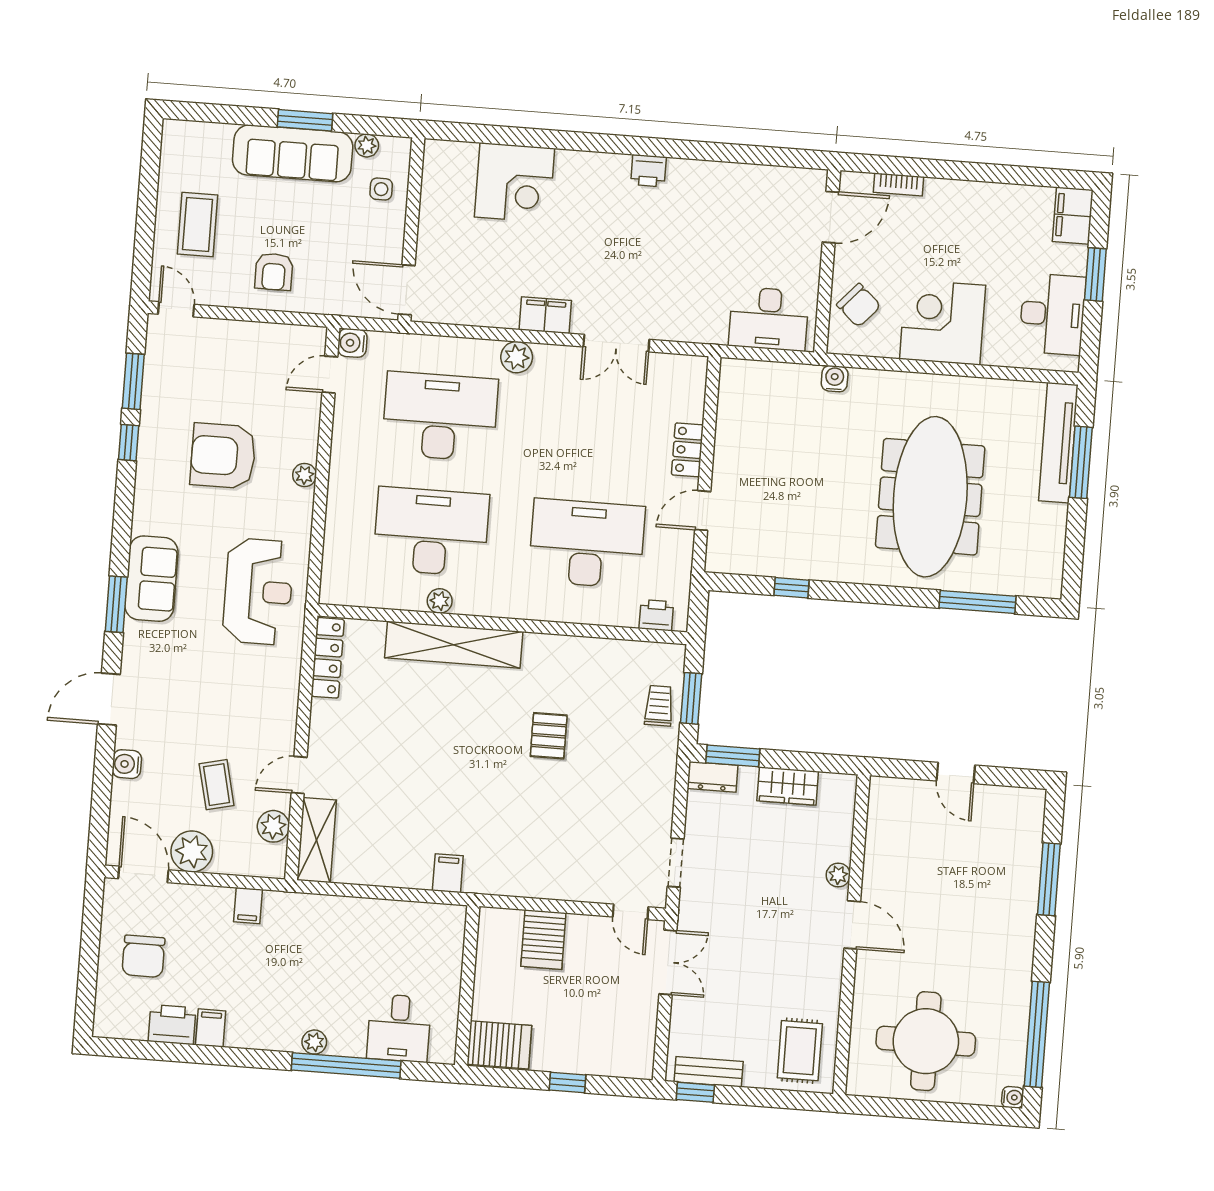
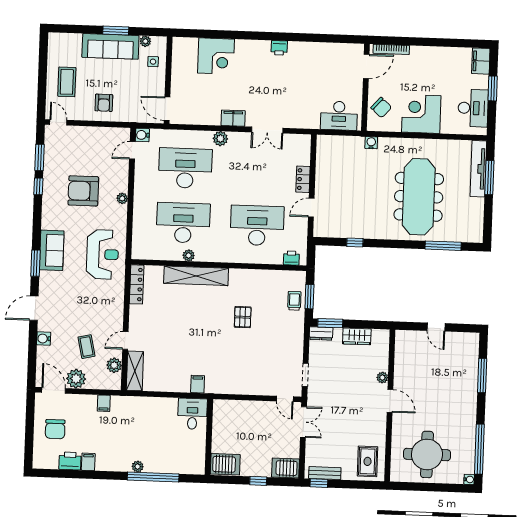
bookcase: (899, 184) -> (391, 49), width x1.56
server rack: (543, 940) -> (285, 468), moved, turned 90
desk: (399, 1028) -> (192, 414), moved, turned 180

